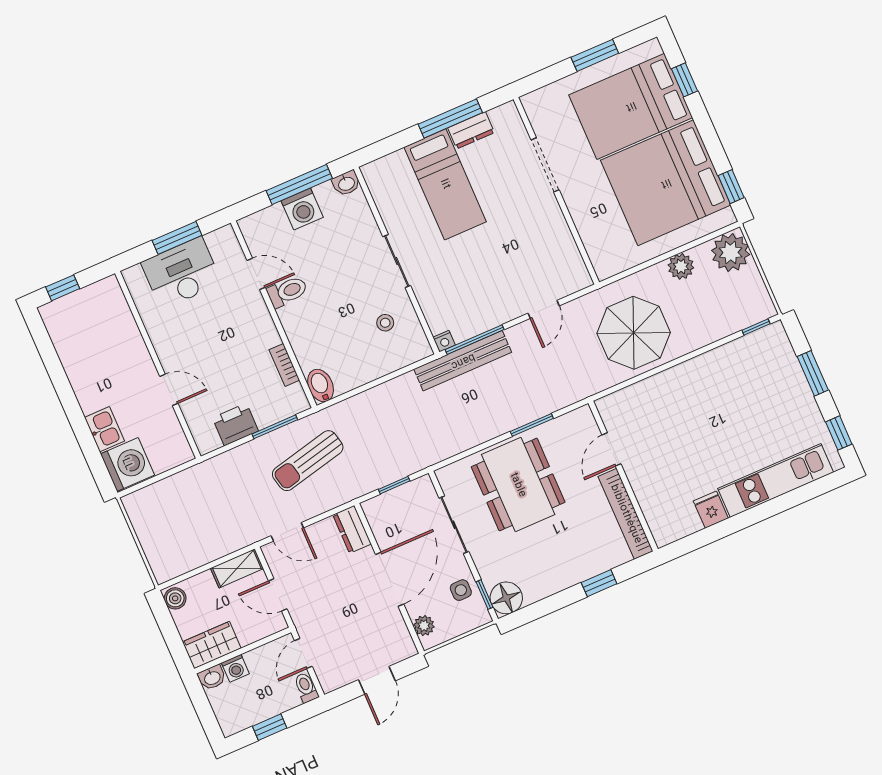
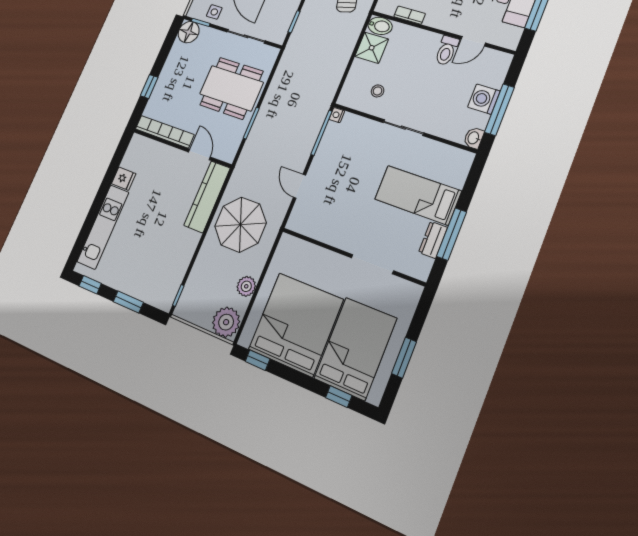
bench: (463, 361) -> (318, 116), removed
shower: (349, 372) -> (372, 48), added
kitchen counter: (642, 397) -> (207, 197), added

